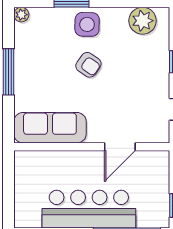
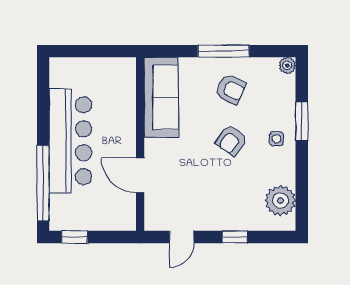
side table: (87, 24) -> (276, 139), width x0.54, depth x0.54
armchair: (42, 65) -> (231, 89), added

